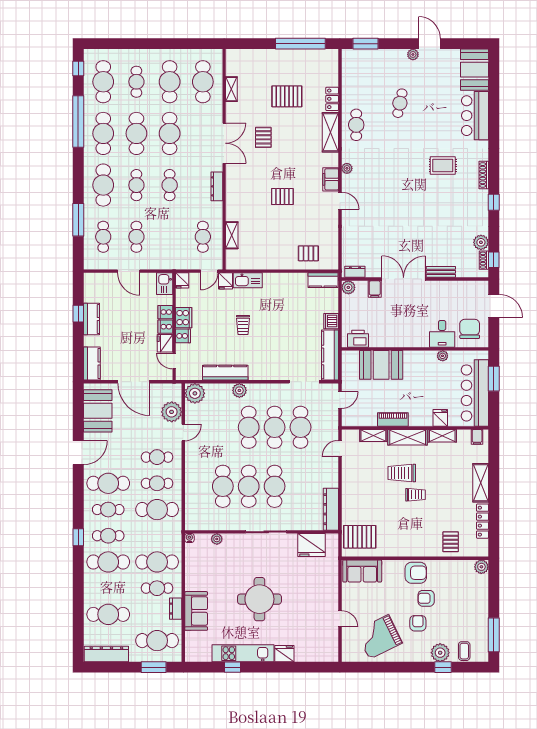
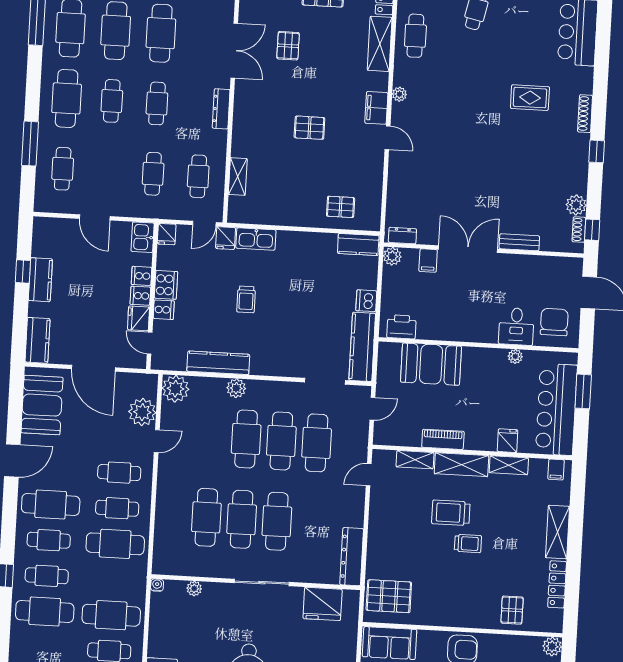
cafe table: (136, 237) -> (153, 174), moved

